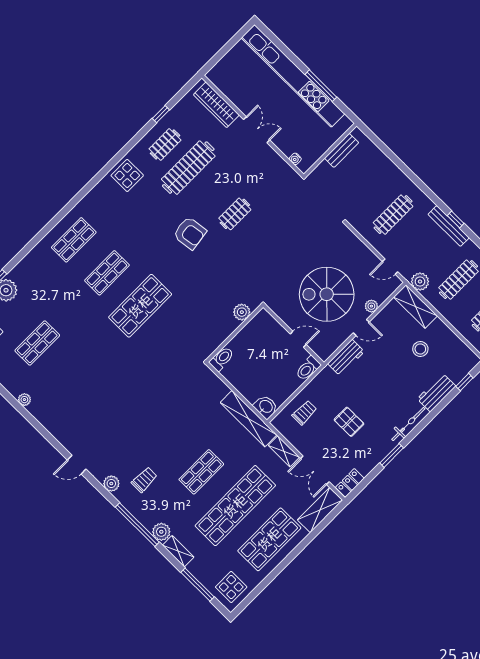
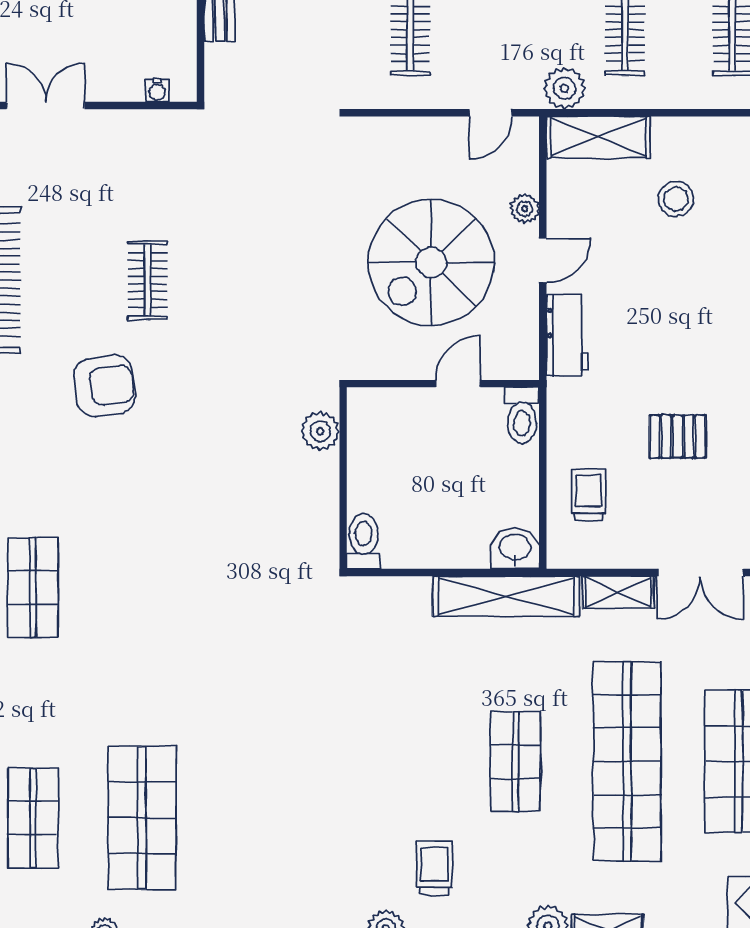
shop shelf: (140, 306) -> (142, 818), moved

